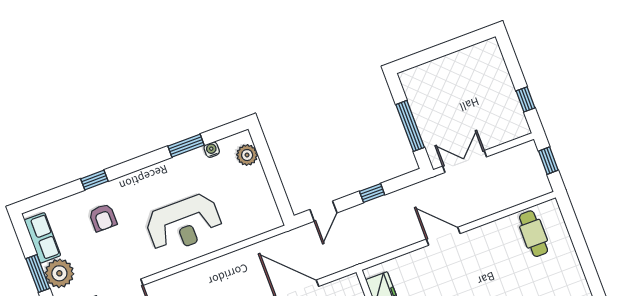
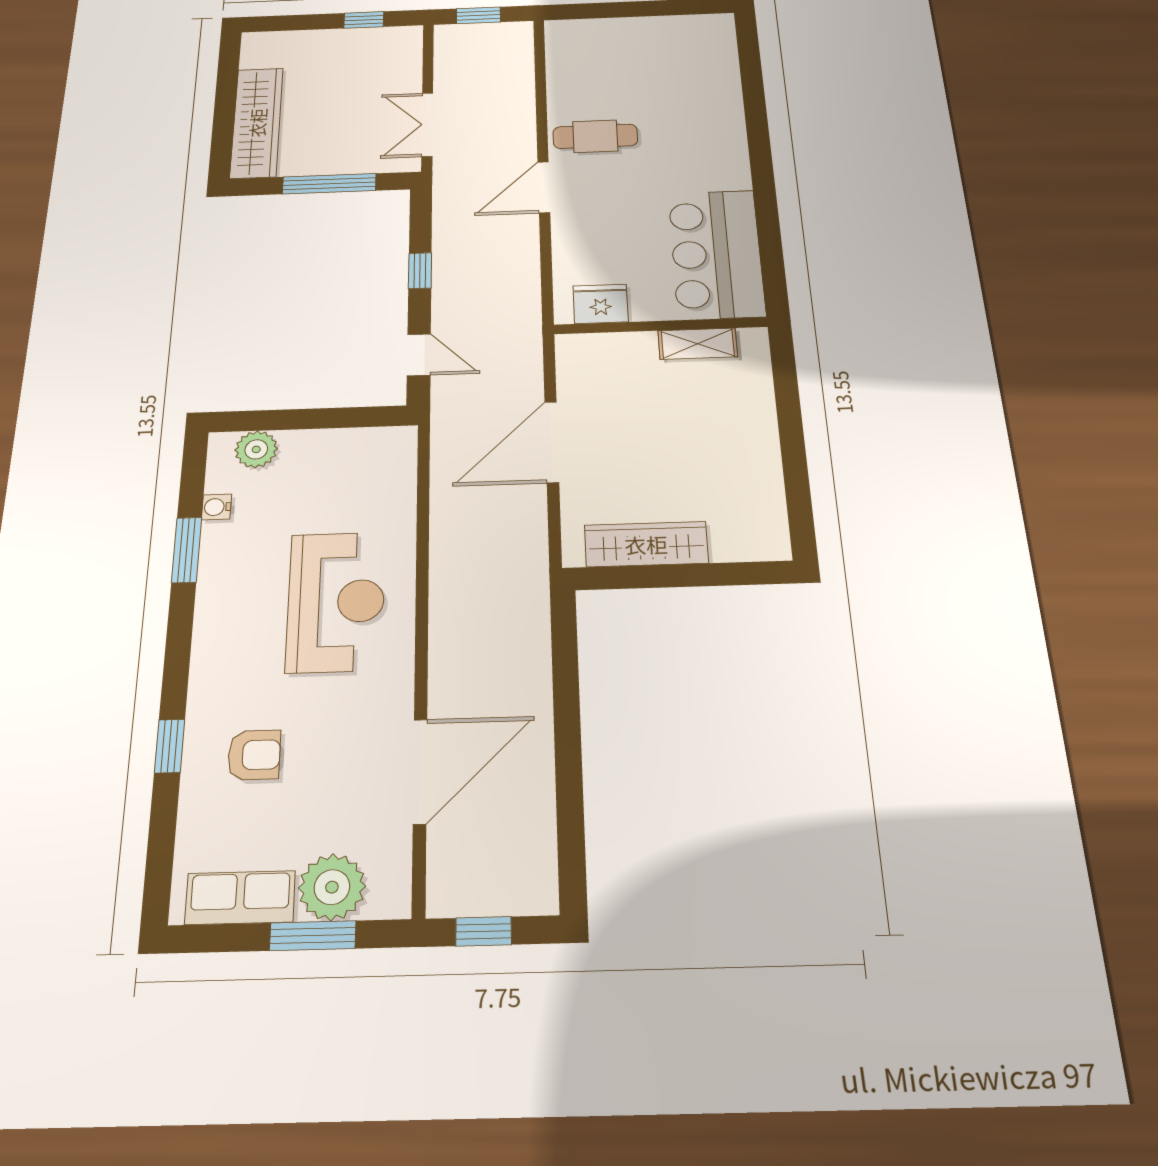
wardrobe: (437, 71) -> (257, 123), added
cafe table: (534, 234) -> (595, 136), moved

